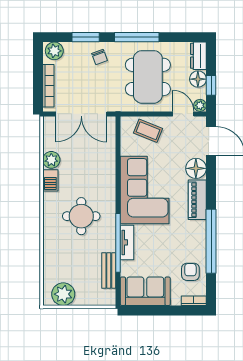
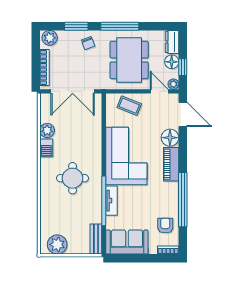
bench: (109, 271) -> (96, 239), moved

